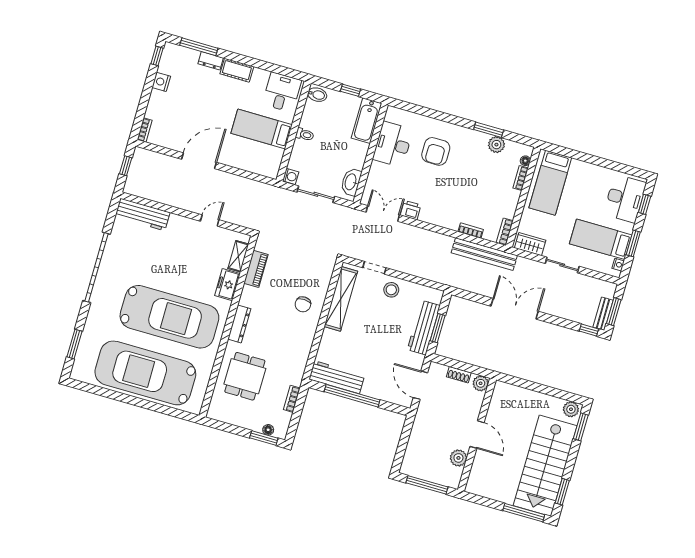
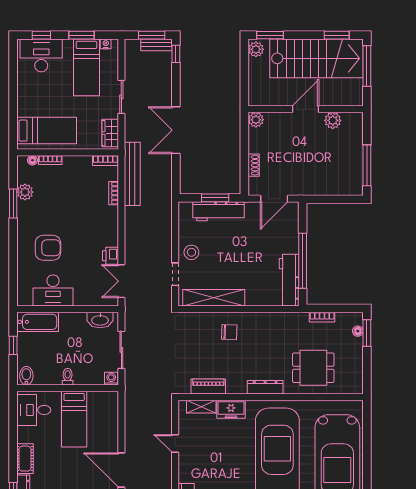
plant: (481, 383) -> (256, 120), moved
door: (477, 435) -> (305, 109), moved
wall: (477, 435) -> (306, 109), moved
plant: (458, 458) -> (333, 120), moved

